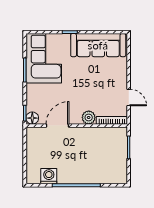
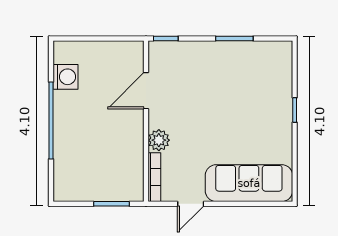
sofa: (98, 45) -> (249, 183), moved, turned 90
corner sofa: (44, 58) -> (253, 69), removed
floor lamp: (32, 118) -> (158, 50), removed
door: (58, 126) -> (146, 91), swing flipped

